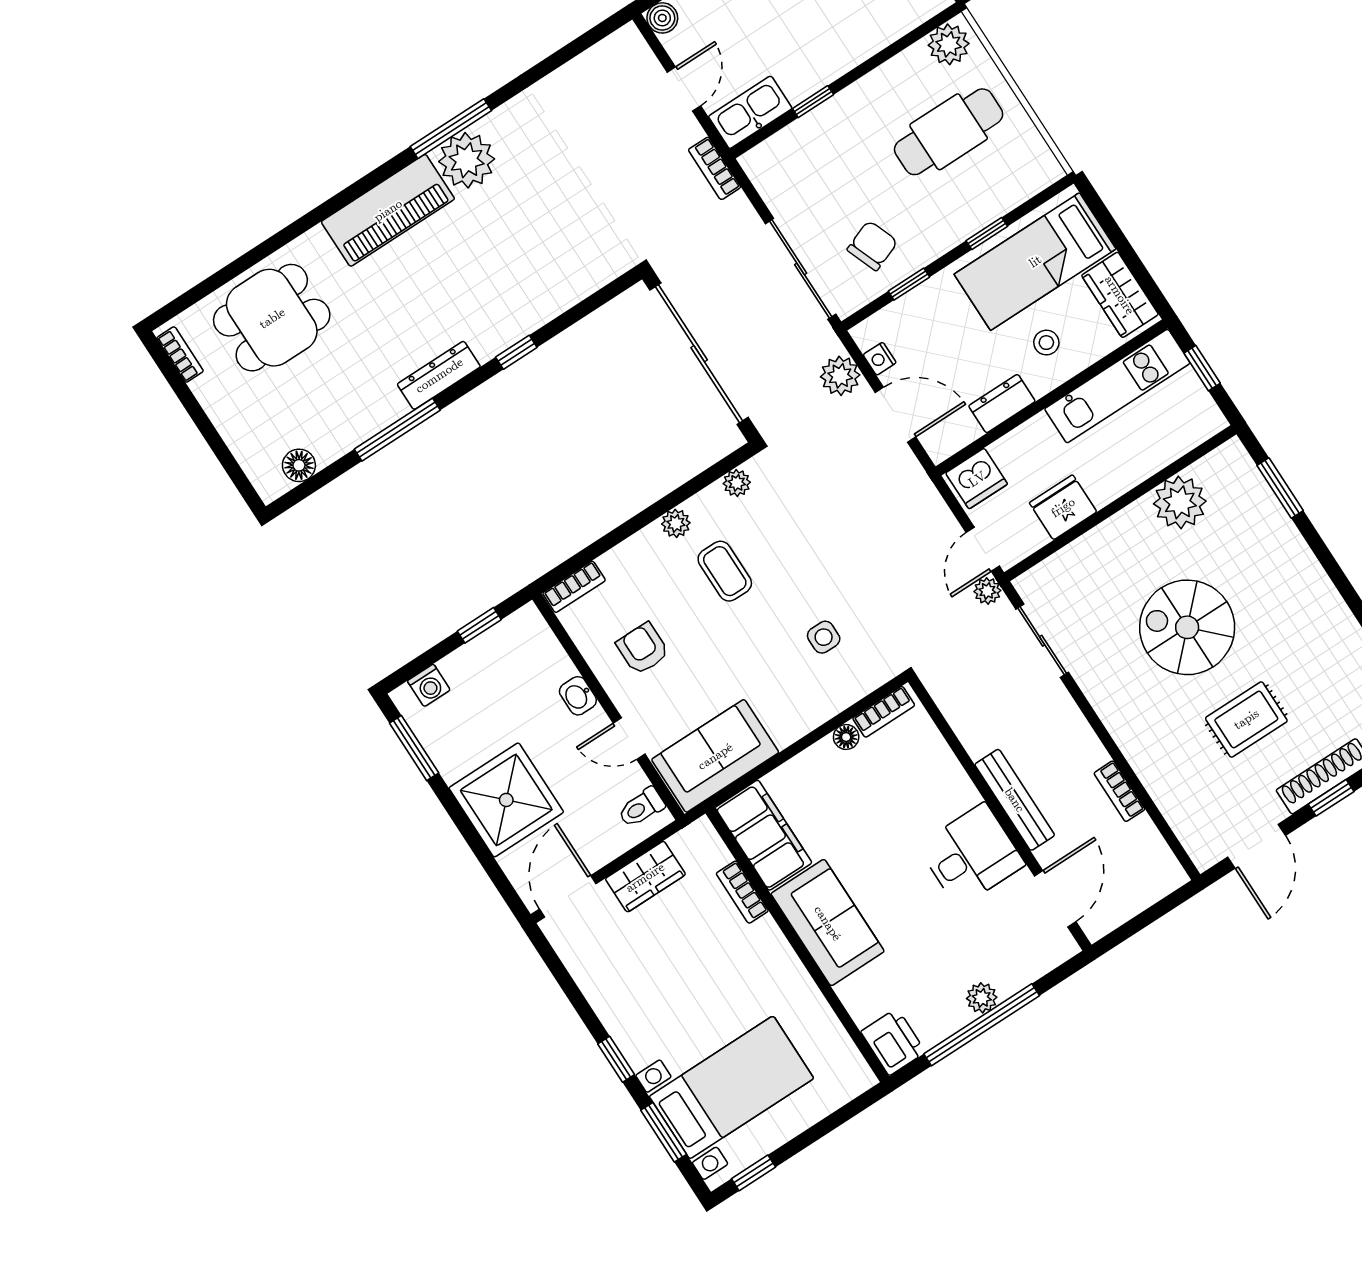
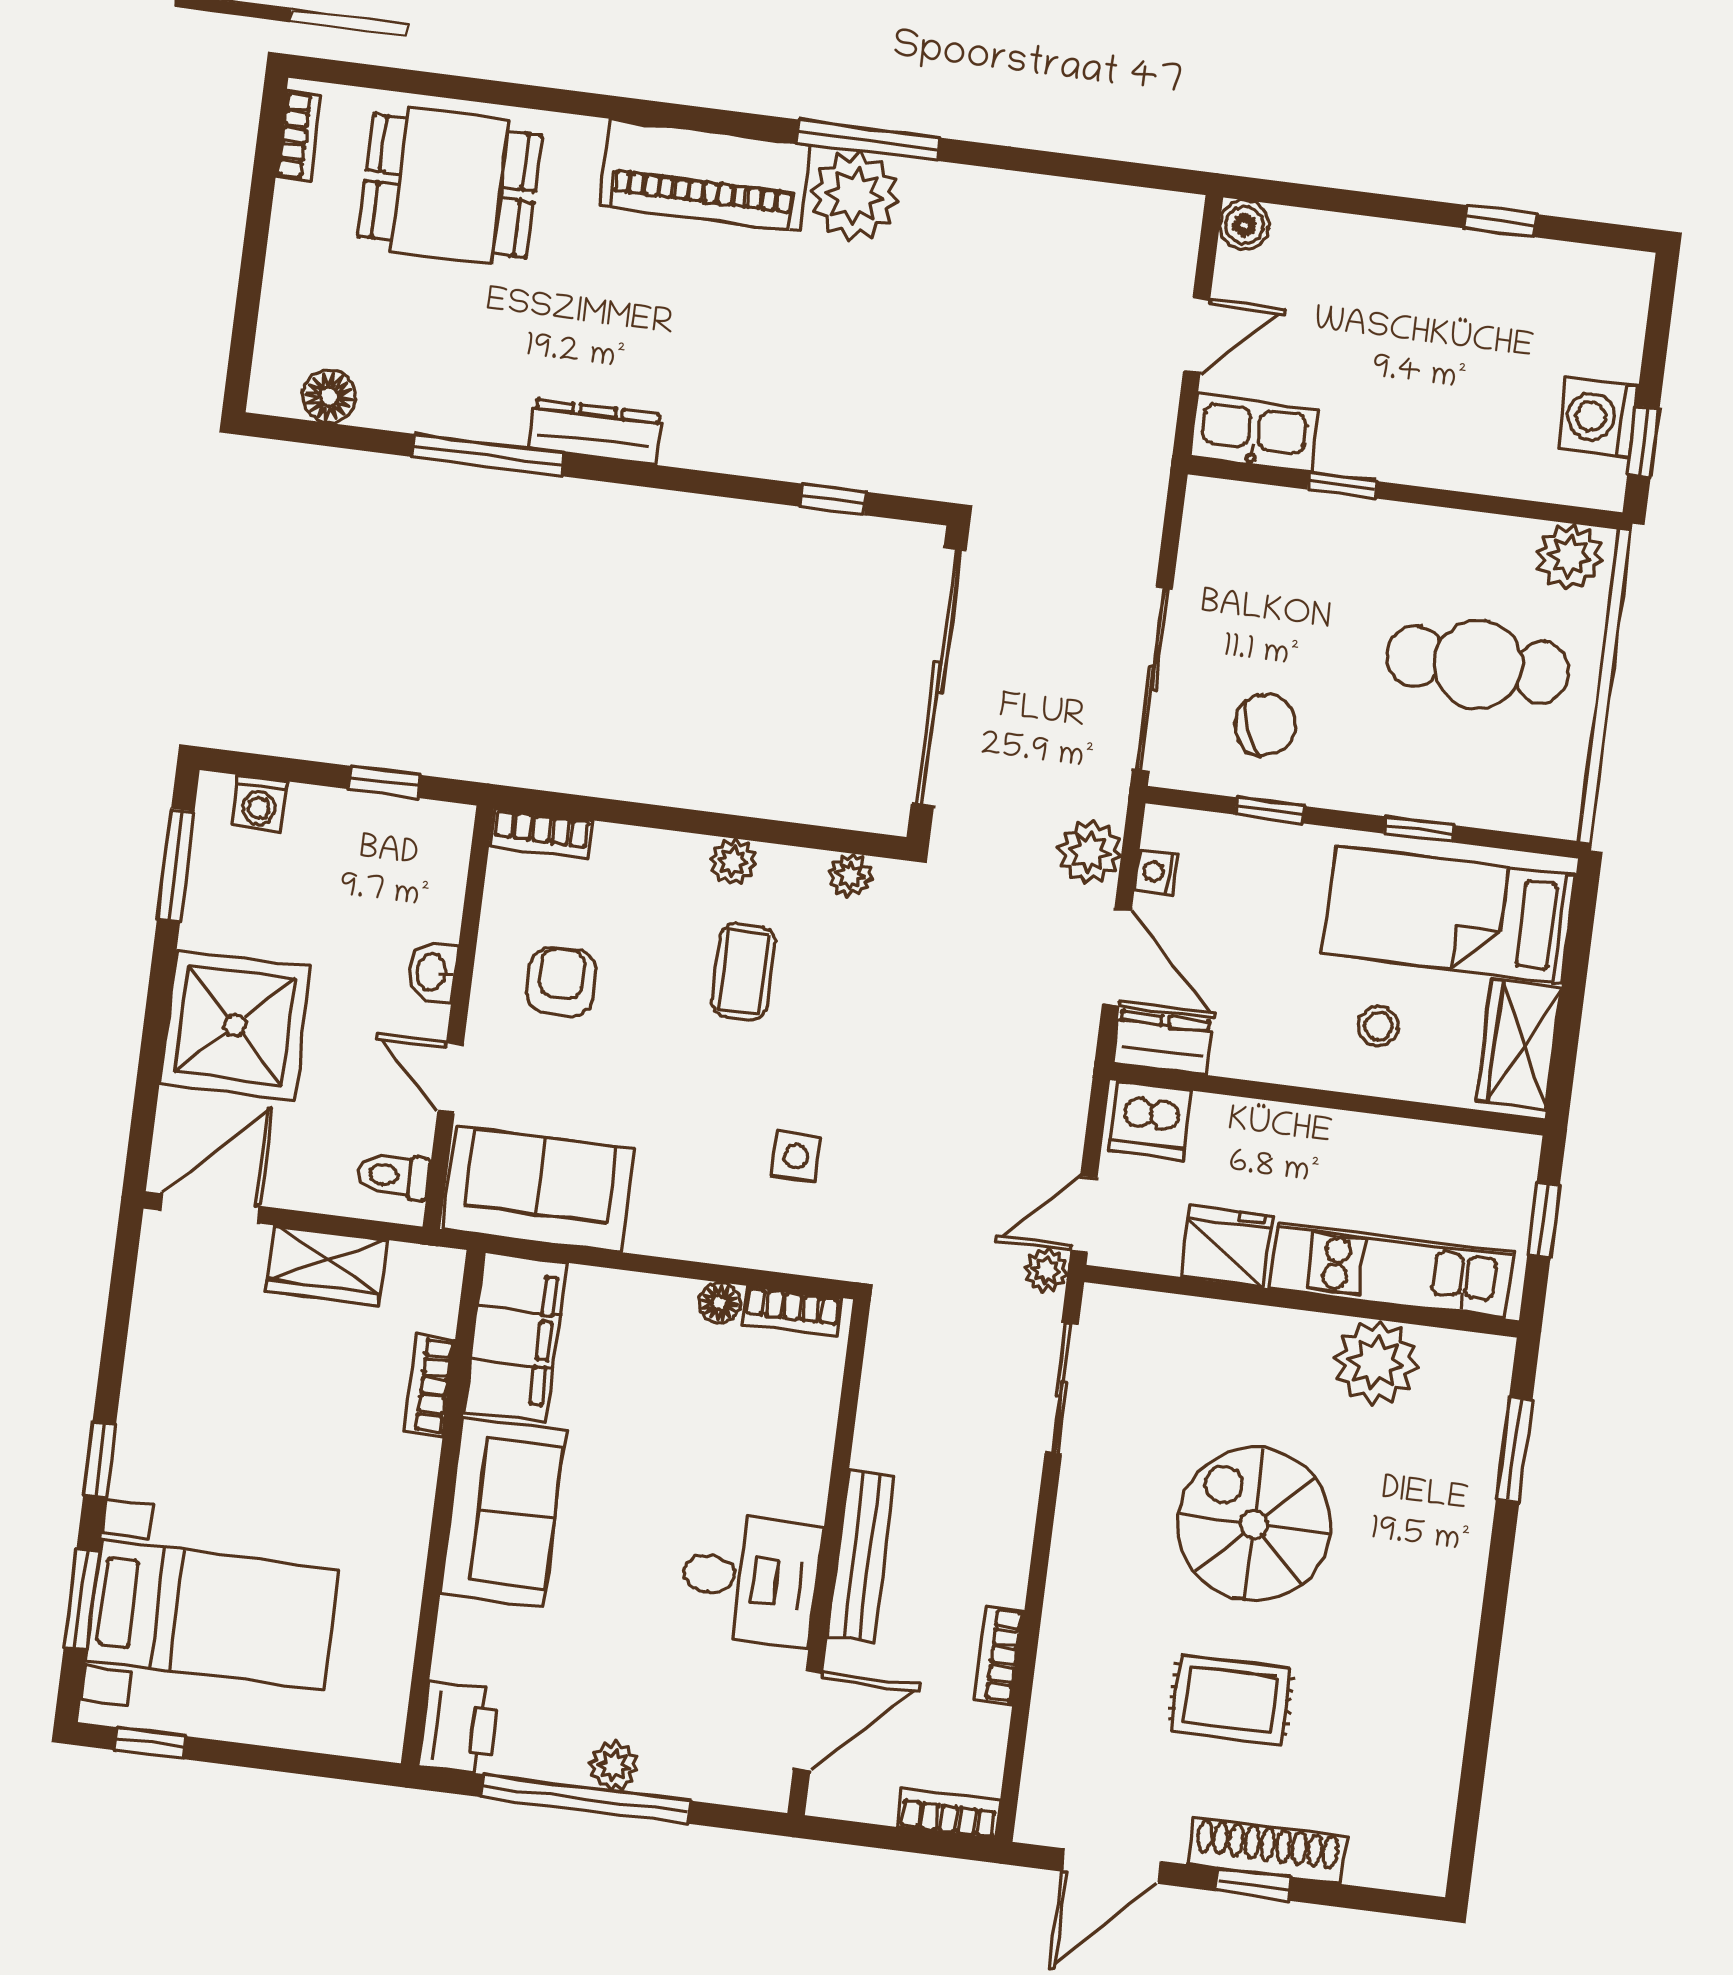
bookcase: (715, 168) -> (949, 1814), moved, turned 90
window: (516, 352) -> (833, 499), moved
kitchen unit: (1117, 386) -> (1391, 1270), moved, turned 180
dresser: (1002, 404) -> (1163, 1042), moved

